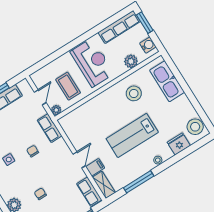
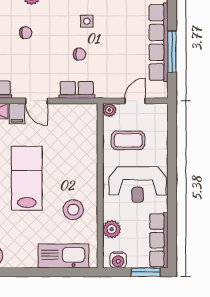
door: (40, 97) -> (135, 101), swing flipped
row of seats: (50, 128) -> (77, 90), moved

